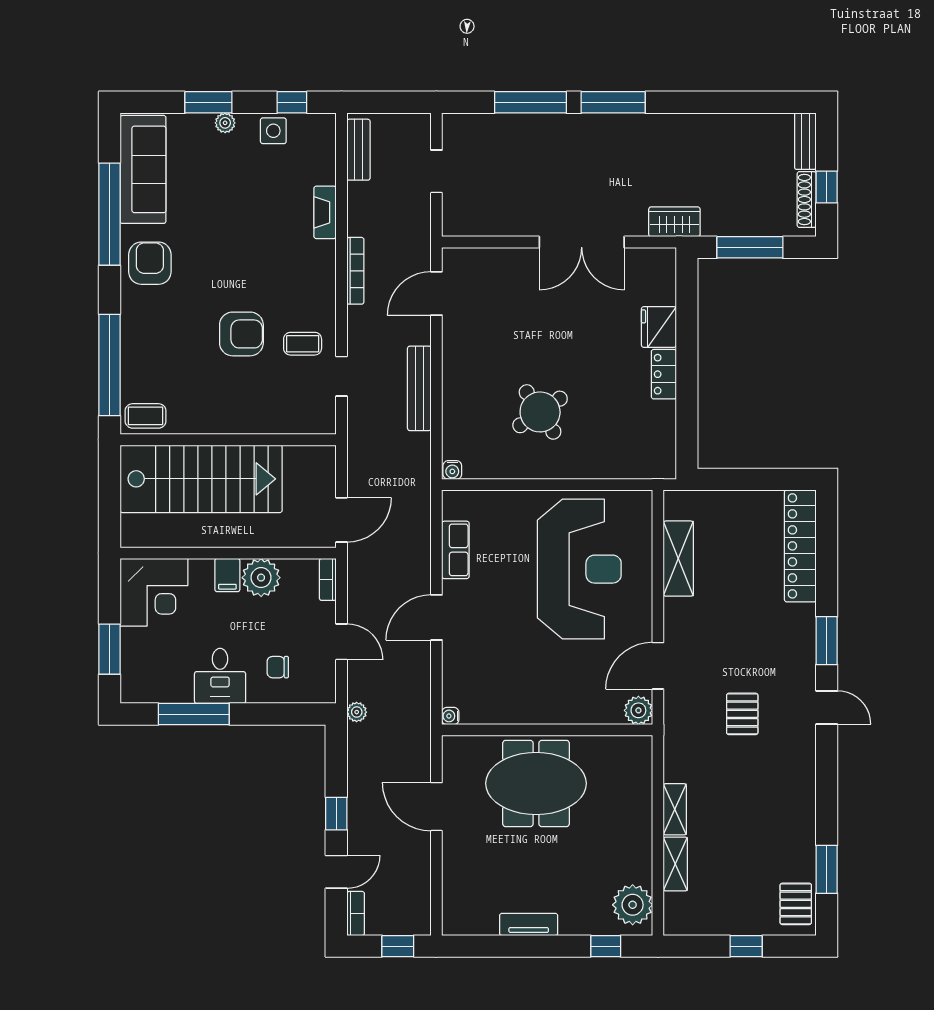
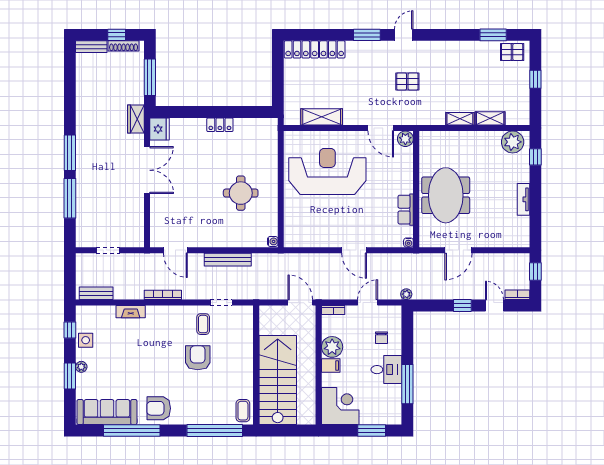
fridge: (659, 327) -> (160, 129), moved, turned -90
round table: (540, 412) -> (241, 193), turned 34
row of seats: (455, 550) -> (406, 210), moved, turned -90

